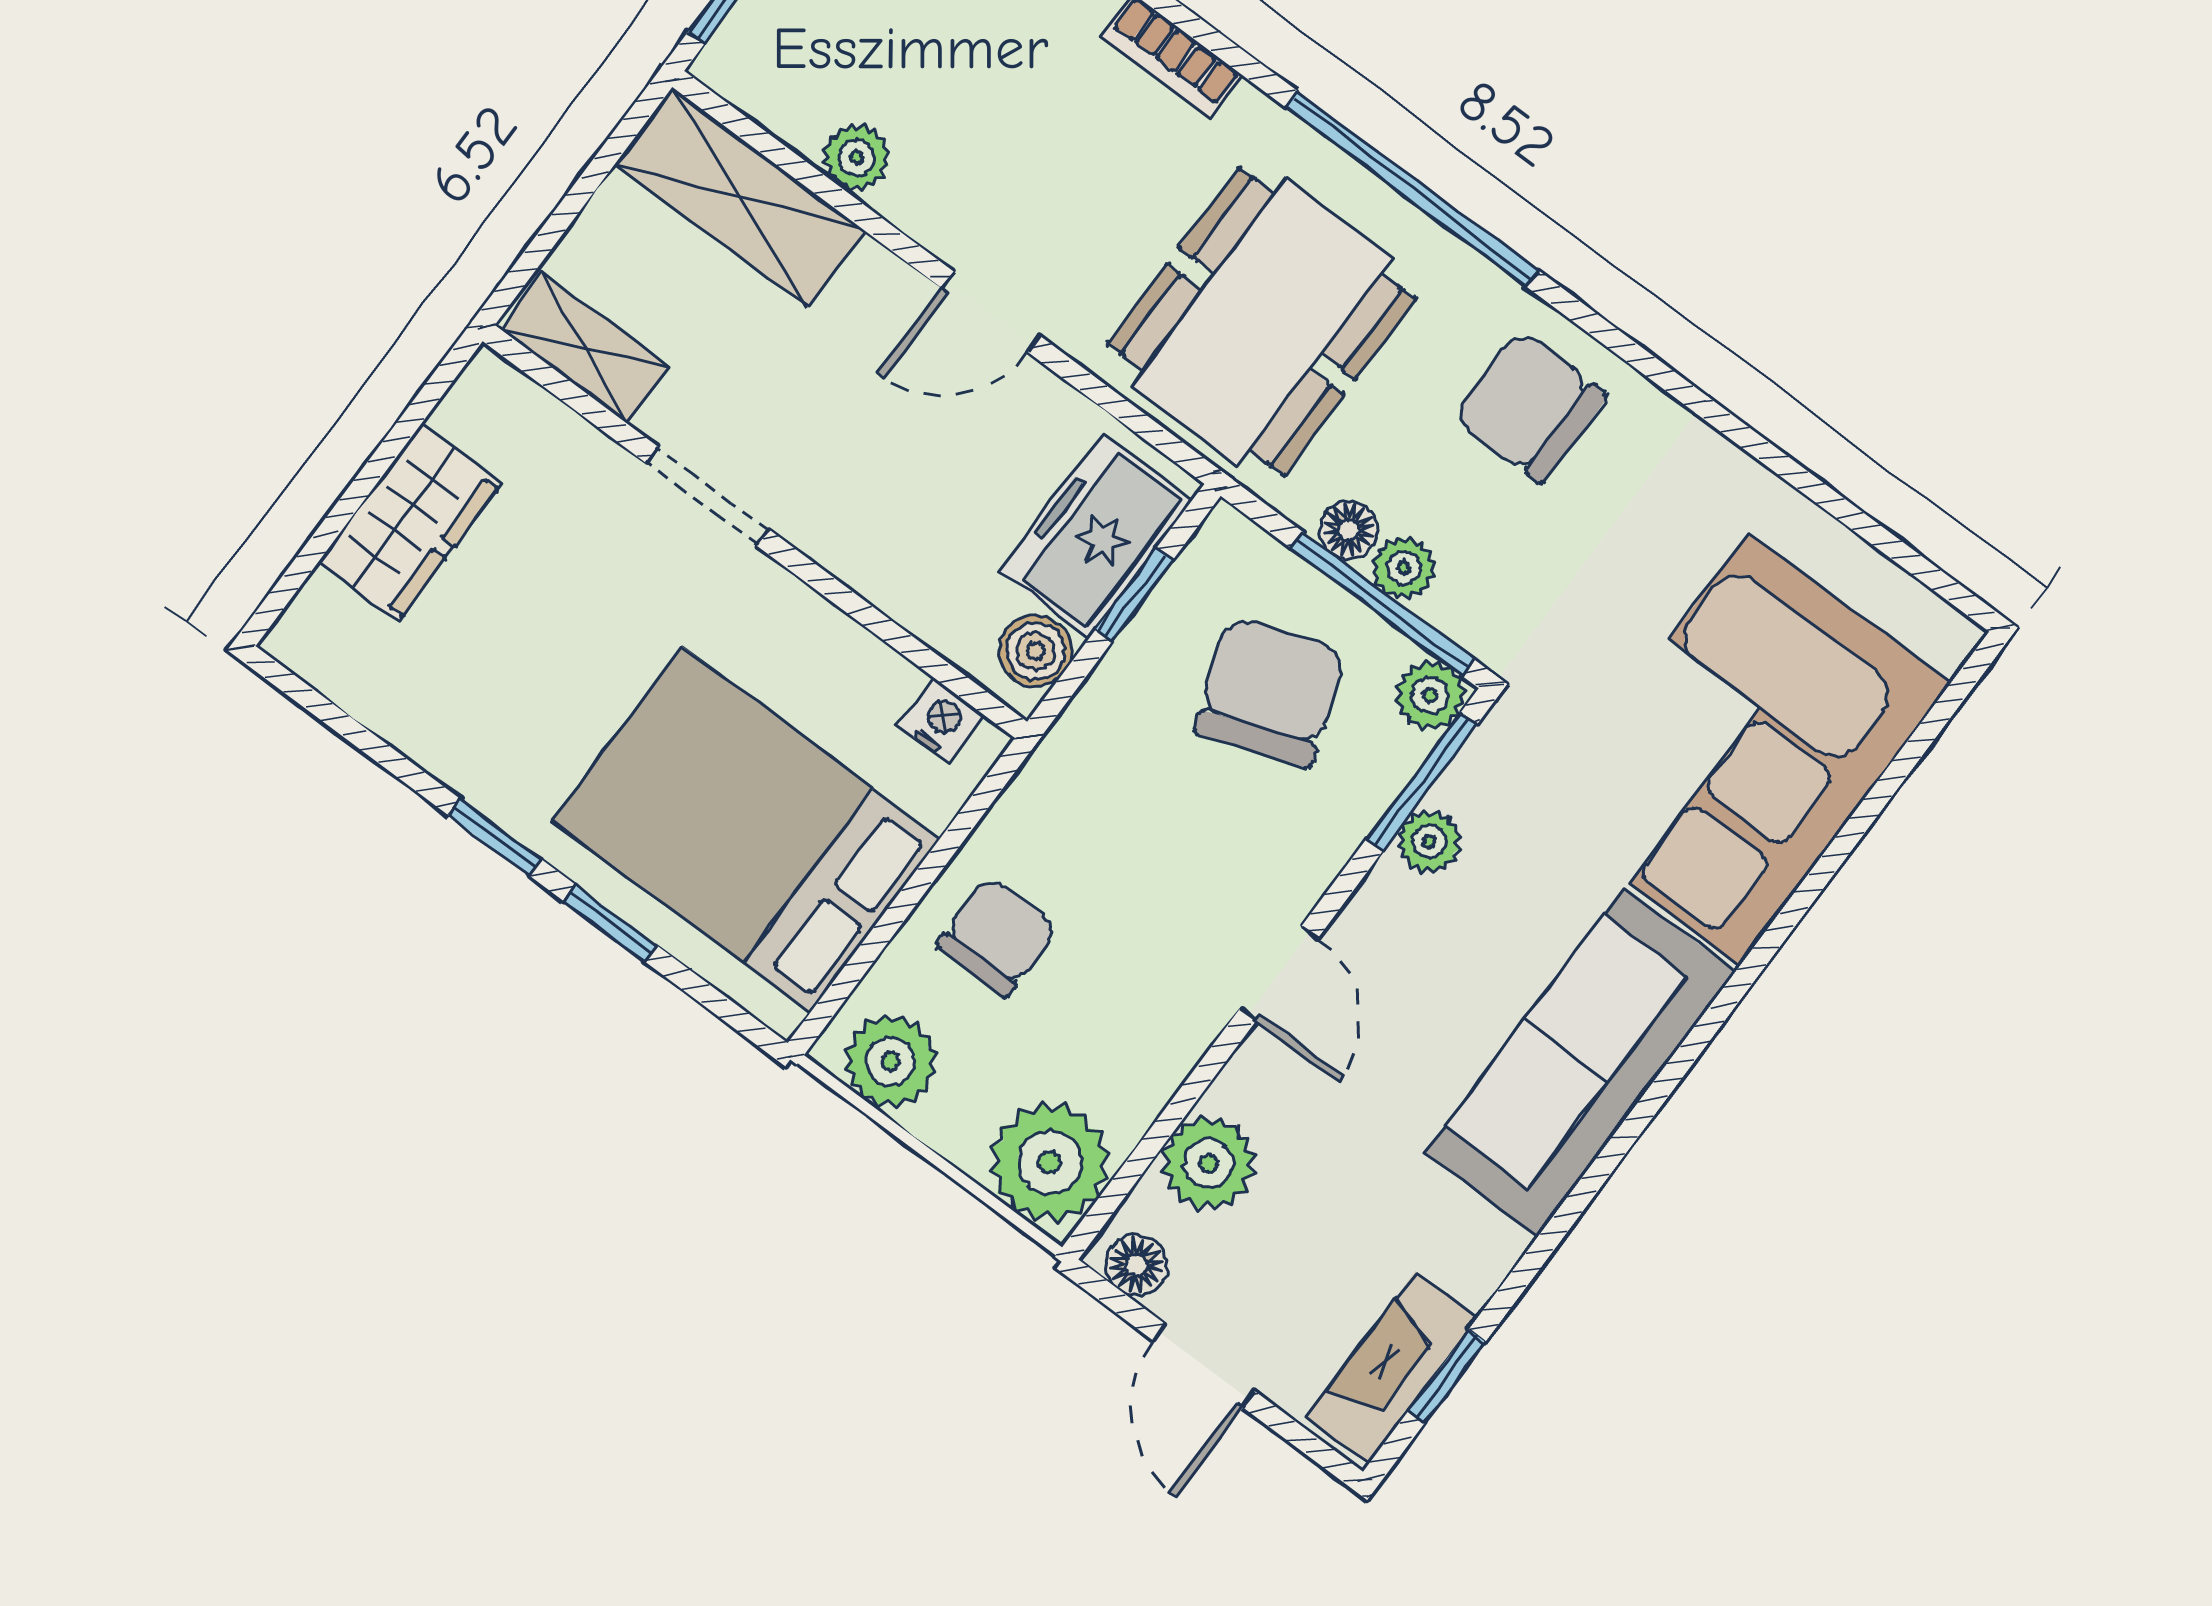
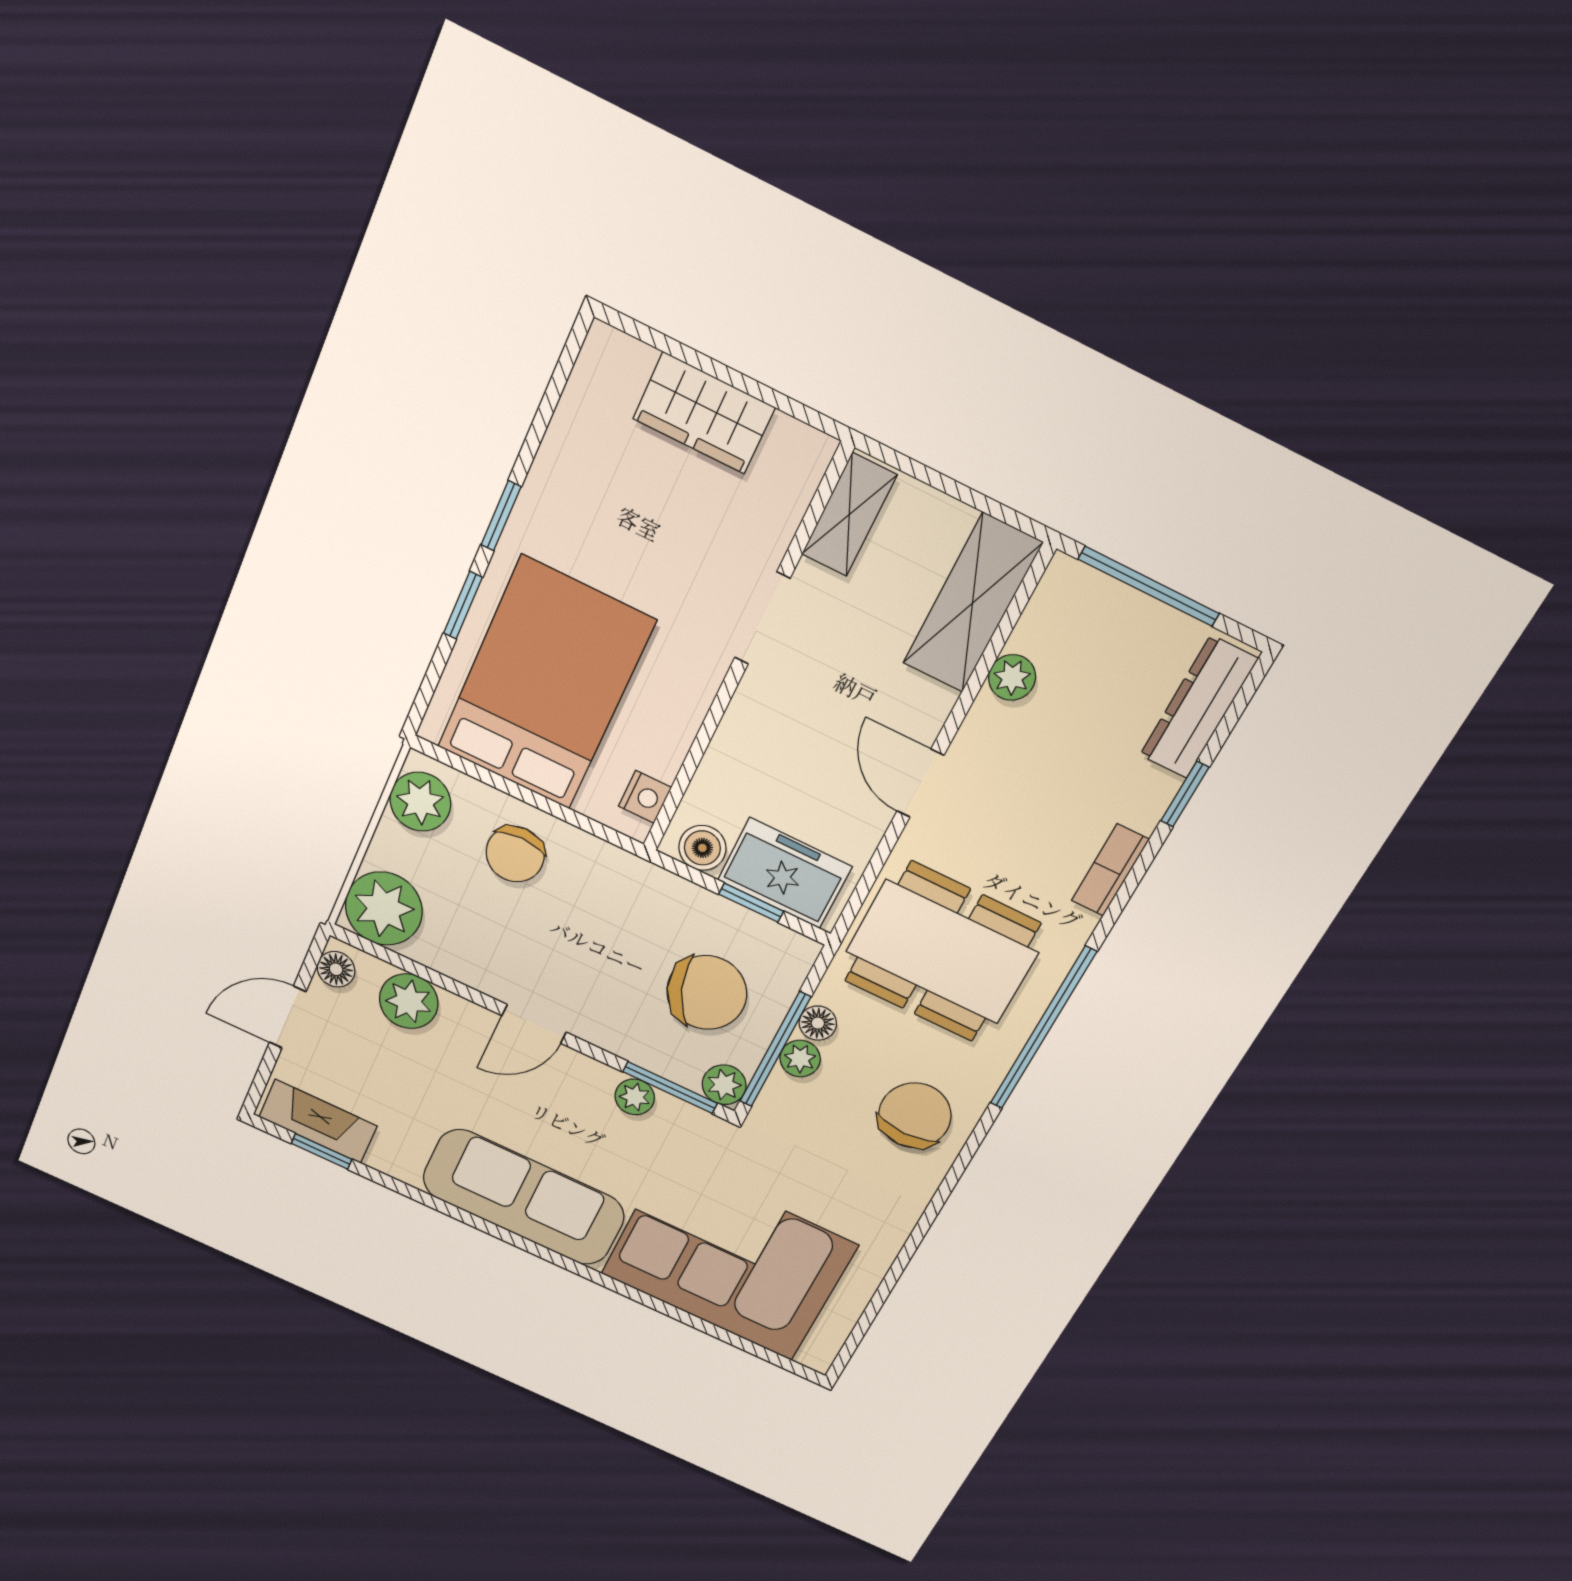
chair: (997, 937) -> (515, 854), turned 90

